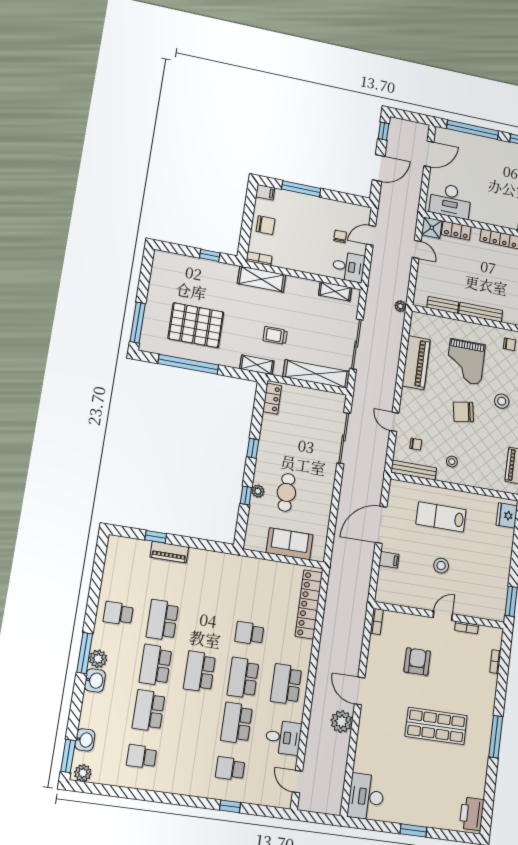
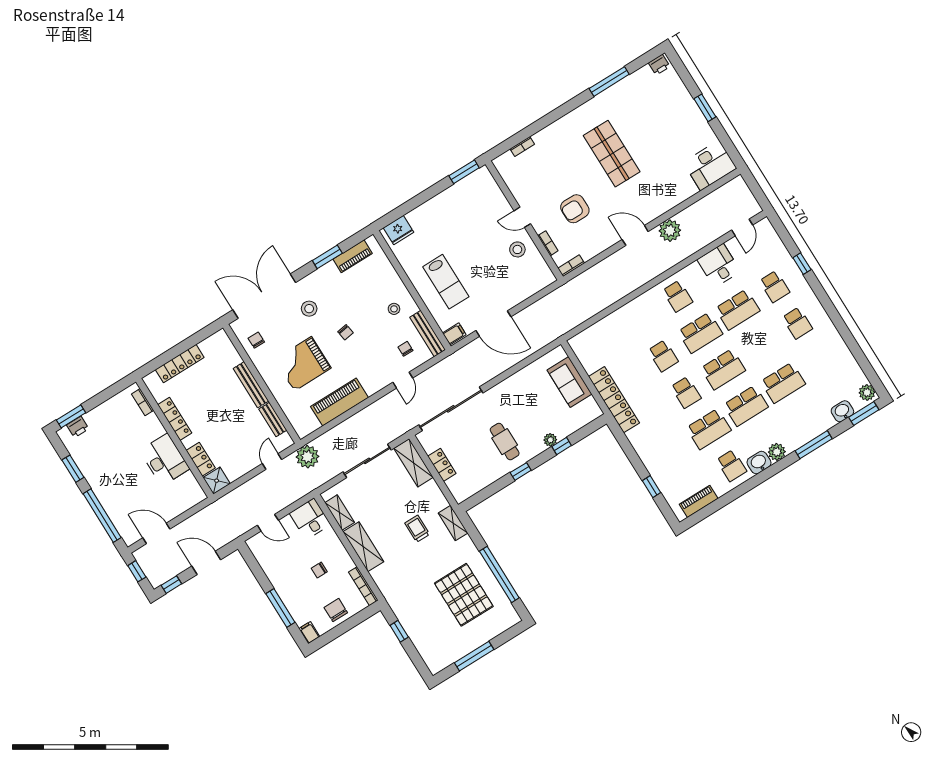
window: (413, 117) -> (137, 571), added
desk: (450, 201) -> (165, 460), moved
chair: (340, 236) -> (319, 570), moved
door: (417, 249) -> (272, 461), moved
bookcase: (259, 259) -> (363, 586), width x1.56
shelving: (262, 279) -> (363, 547), moved
plant: (400, 306) -> (308, 457), width x1.87, depth x1.87
window: (138, 323) -> (474, 656), moved
trolley: (275, 335) -> (417, 529), turned 180
grand piano: (466, 362) -> (303, 364), turned 180
shelving: (316, 374) -> (413, 463), width x0.68
locker: (272, 399) -> (442, 465), moved, turned 90
chair: (463, 412) -> (346, 332), width x0.54, depth x0.54
sliding door: (344, 438) -> (451, 409), width x1.36
cafe table: (286, 492) -> (505, 442), moved, turned 90
piano: (169, 552) -> (699, 501), moved, turned -90
filing cabinet: (389, 560) -> (454, 334), moved, turned 90
stool: (441, 566) -> (517, 249), moved
locker: (309, 604) -> (614, 400), moved, turned -90
school desk: (206, 627) -> (686, 392), added
bookcase: (466, 627) -> (548, 243), moved
window: (85, 653) -> (814, 445), moved
washbasin: (95, 680) -> (759, 463), moved
school desk: (286, 684) -> (678, 296), width x0.54
door: (360, 691) -> (635, 235), swing flipped
window: (496, 737) -> (609, 81), moved
school desk: (142, 757) -> (797, 323), moved
printer: (472, 814) -> (659, 65), width x0.53, depth x0.68

